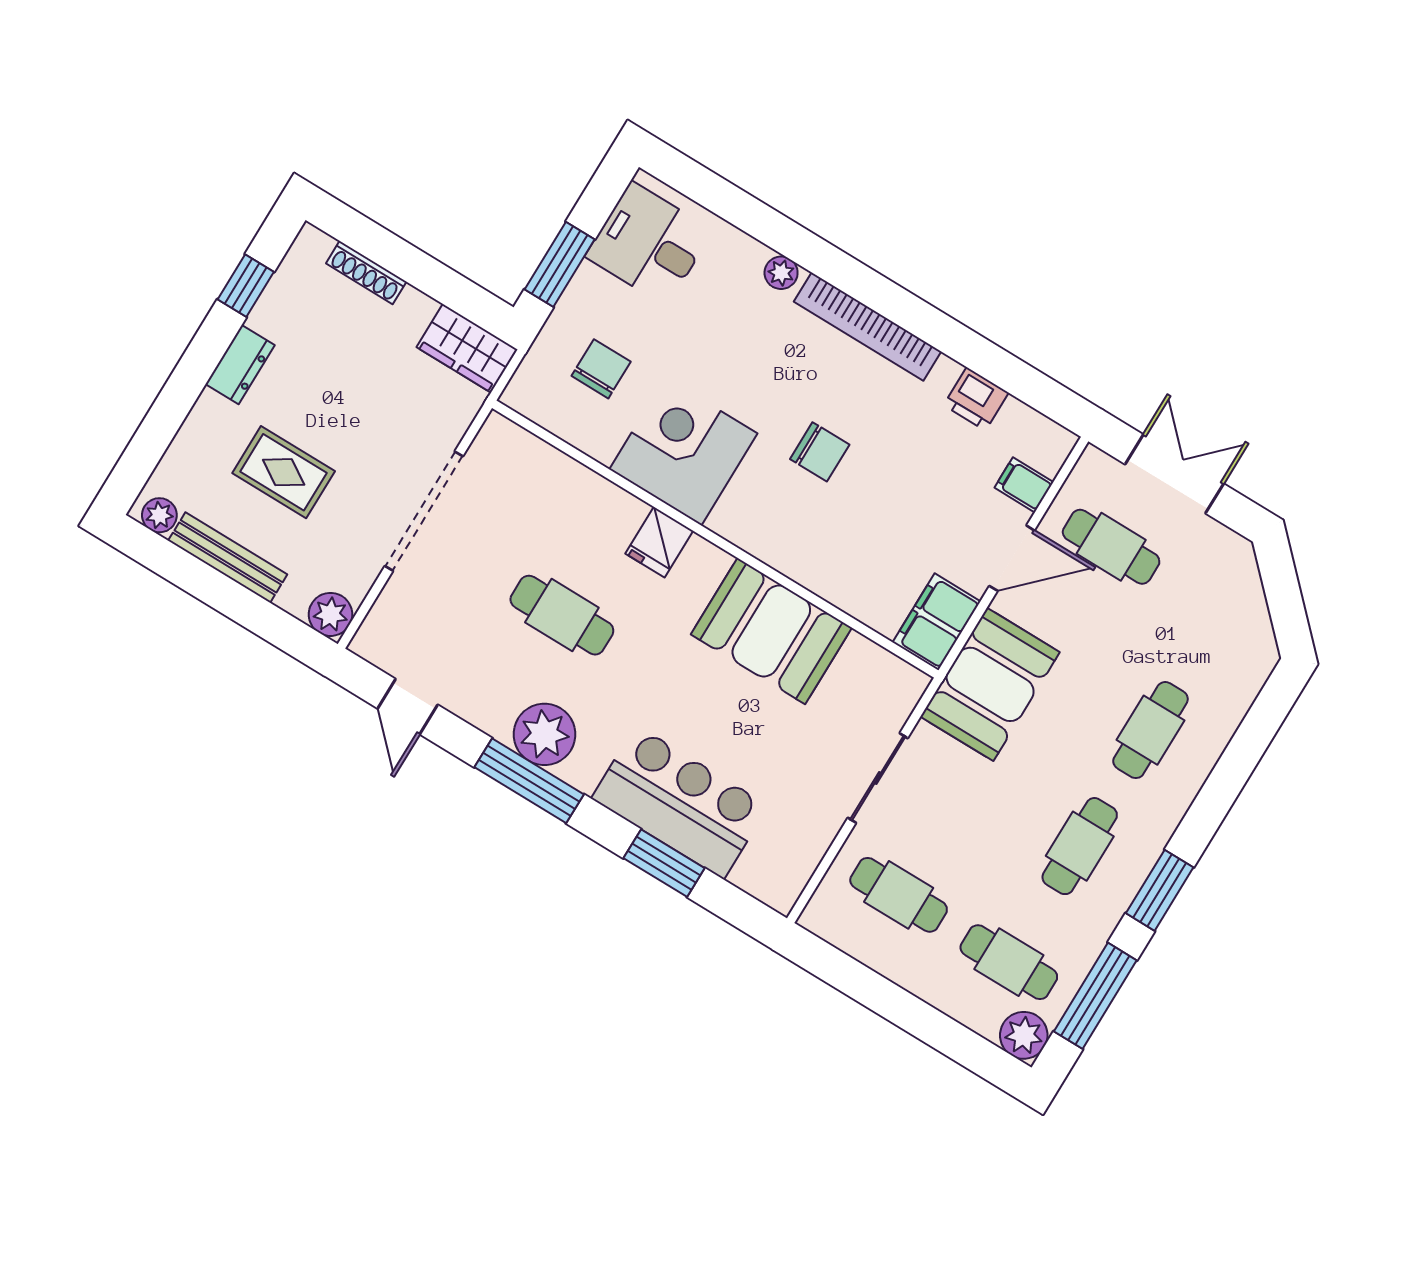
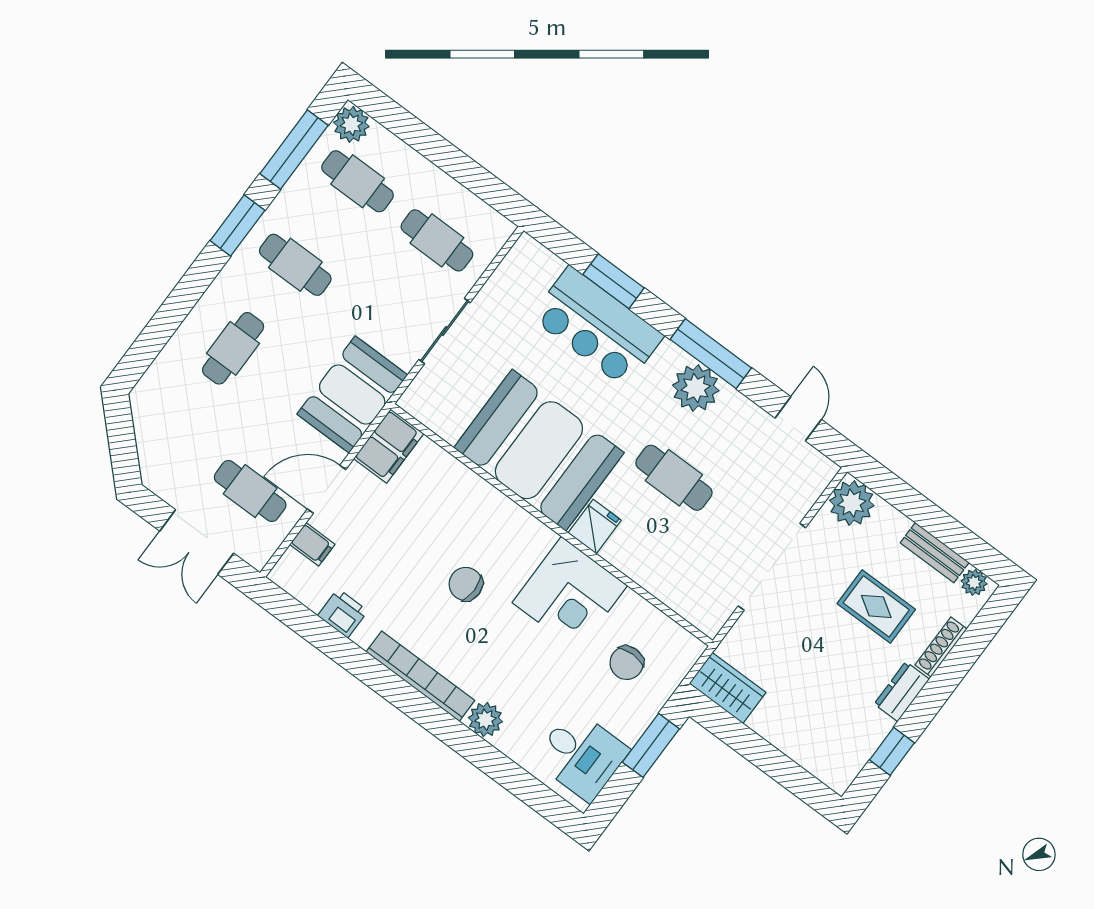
shoe rack: (366, 273) -> (941, 647), moved, turned -90
plant: (781, 273) -> (485, 720), width x1.38, depth x1.38
bench: (228, 557) -> (935, 553), width x0.73
plant: (330, 614) -> (852, 503), width x1.36, depth x1.36
booth: (771, 631) -> (539, 450), width x1.36, depth x1.42
cafe table: (1080, 846) -> (295, 265), turned 90

